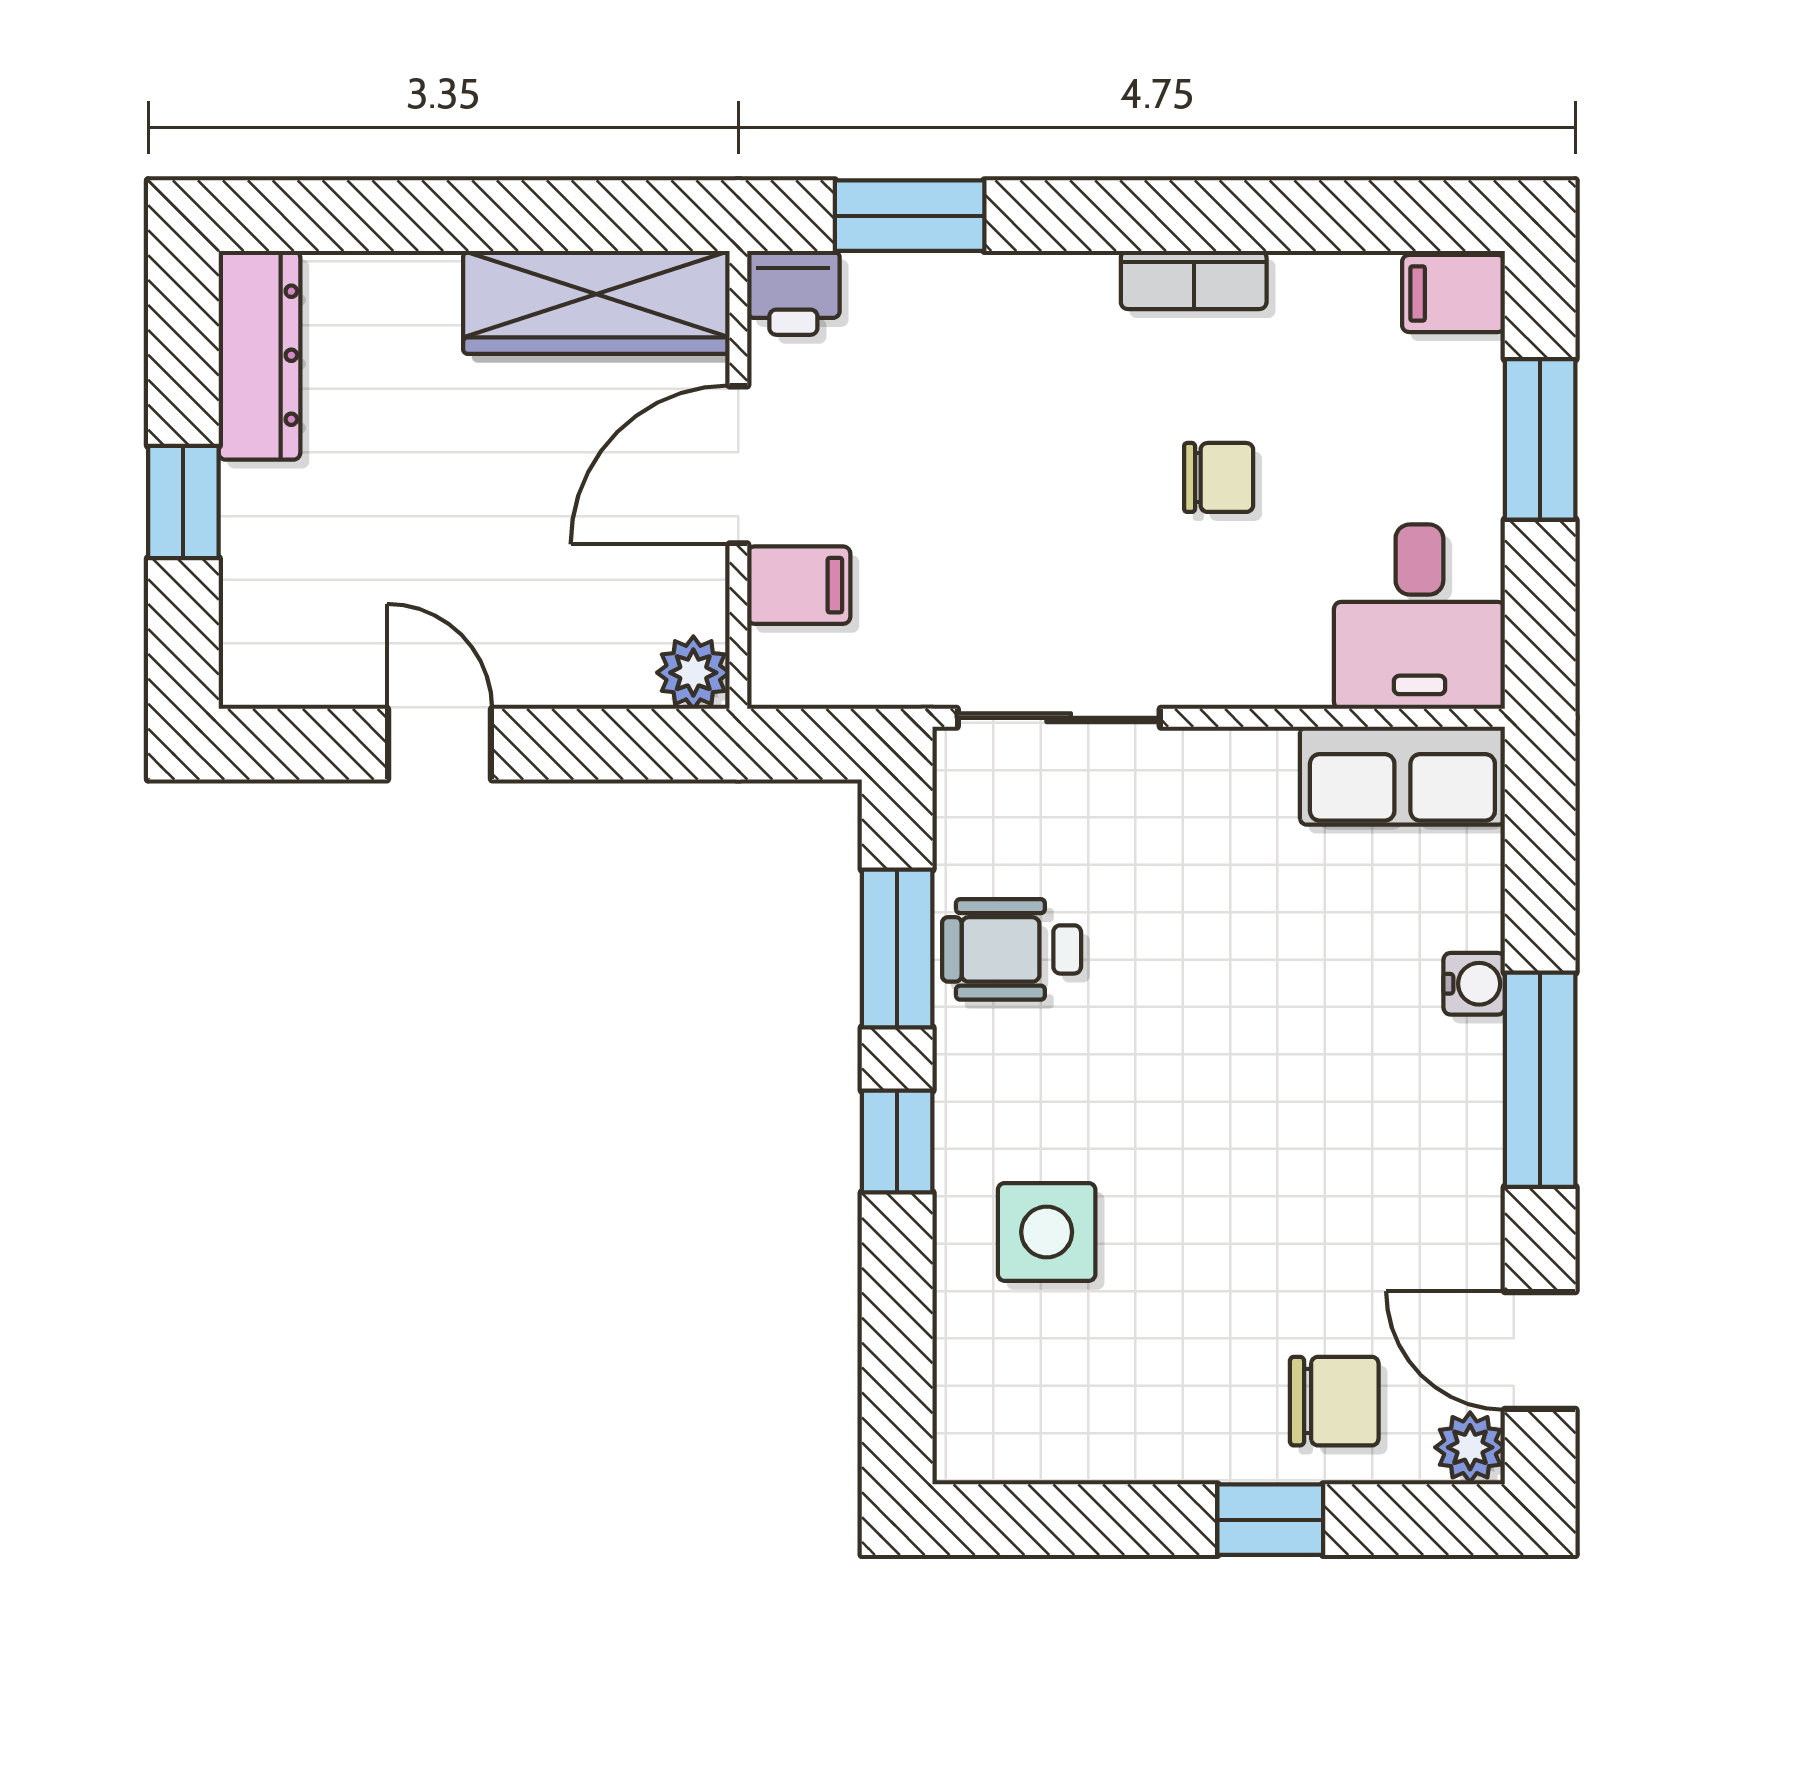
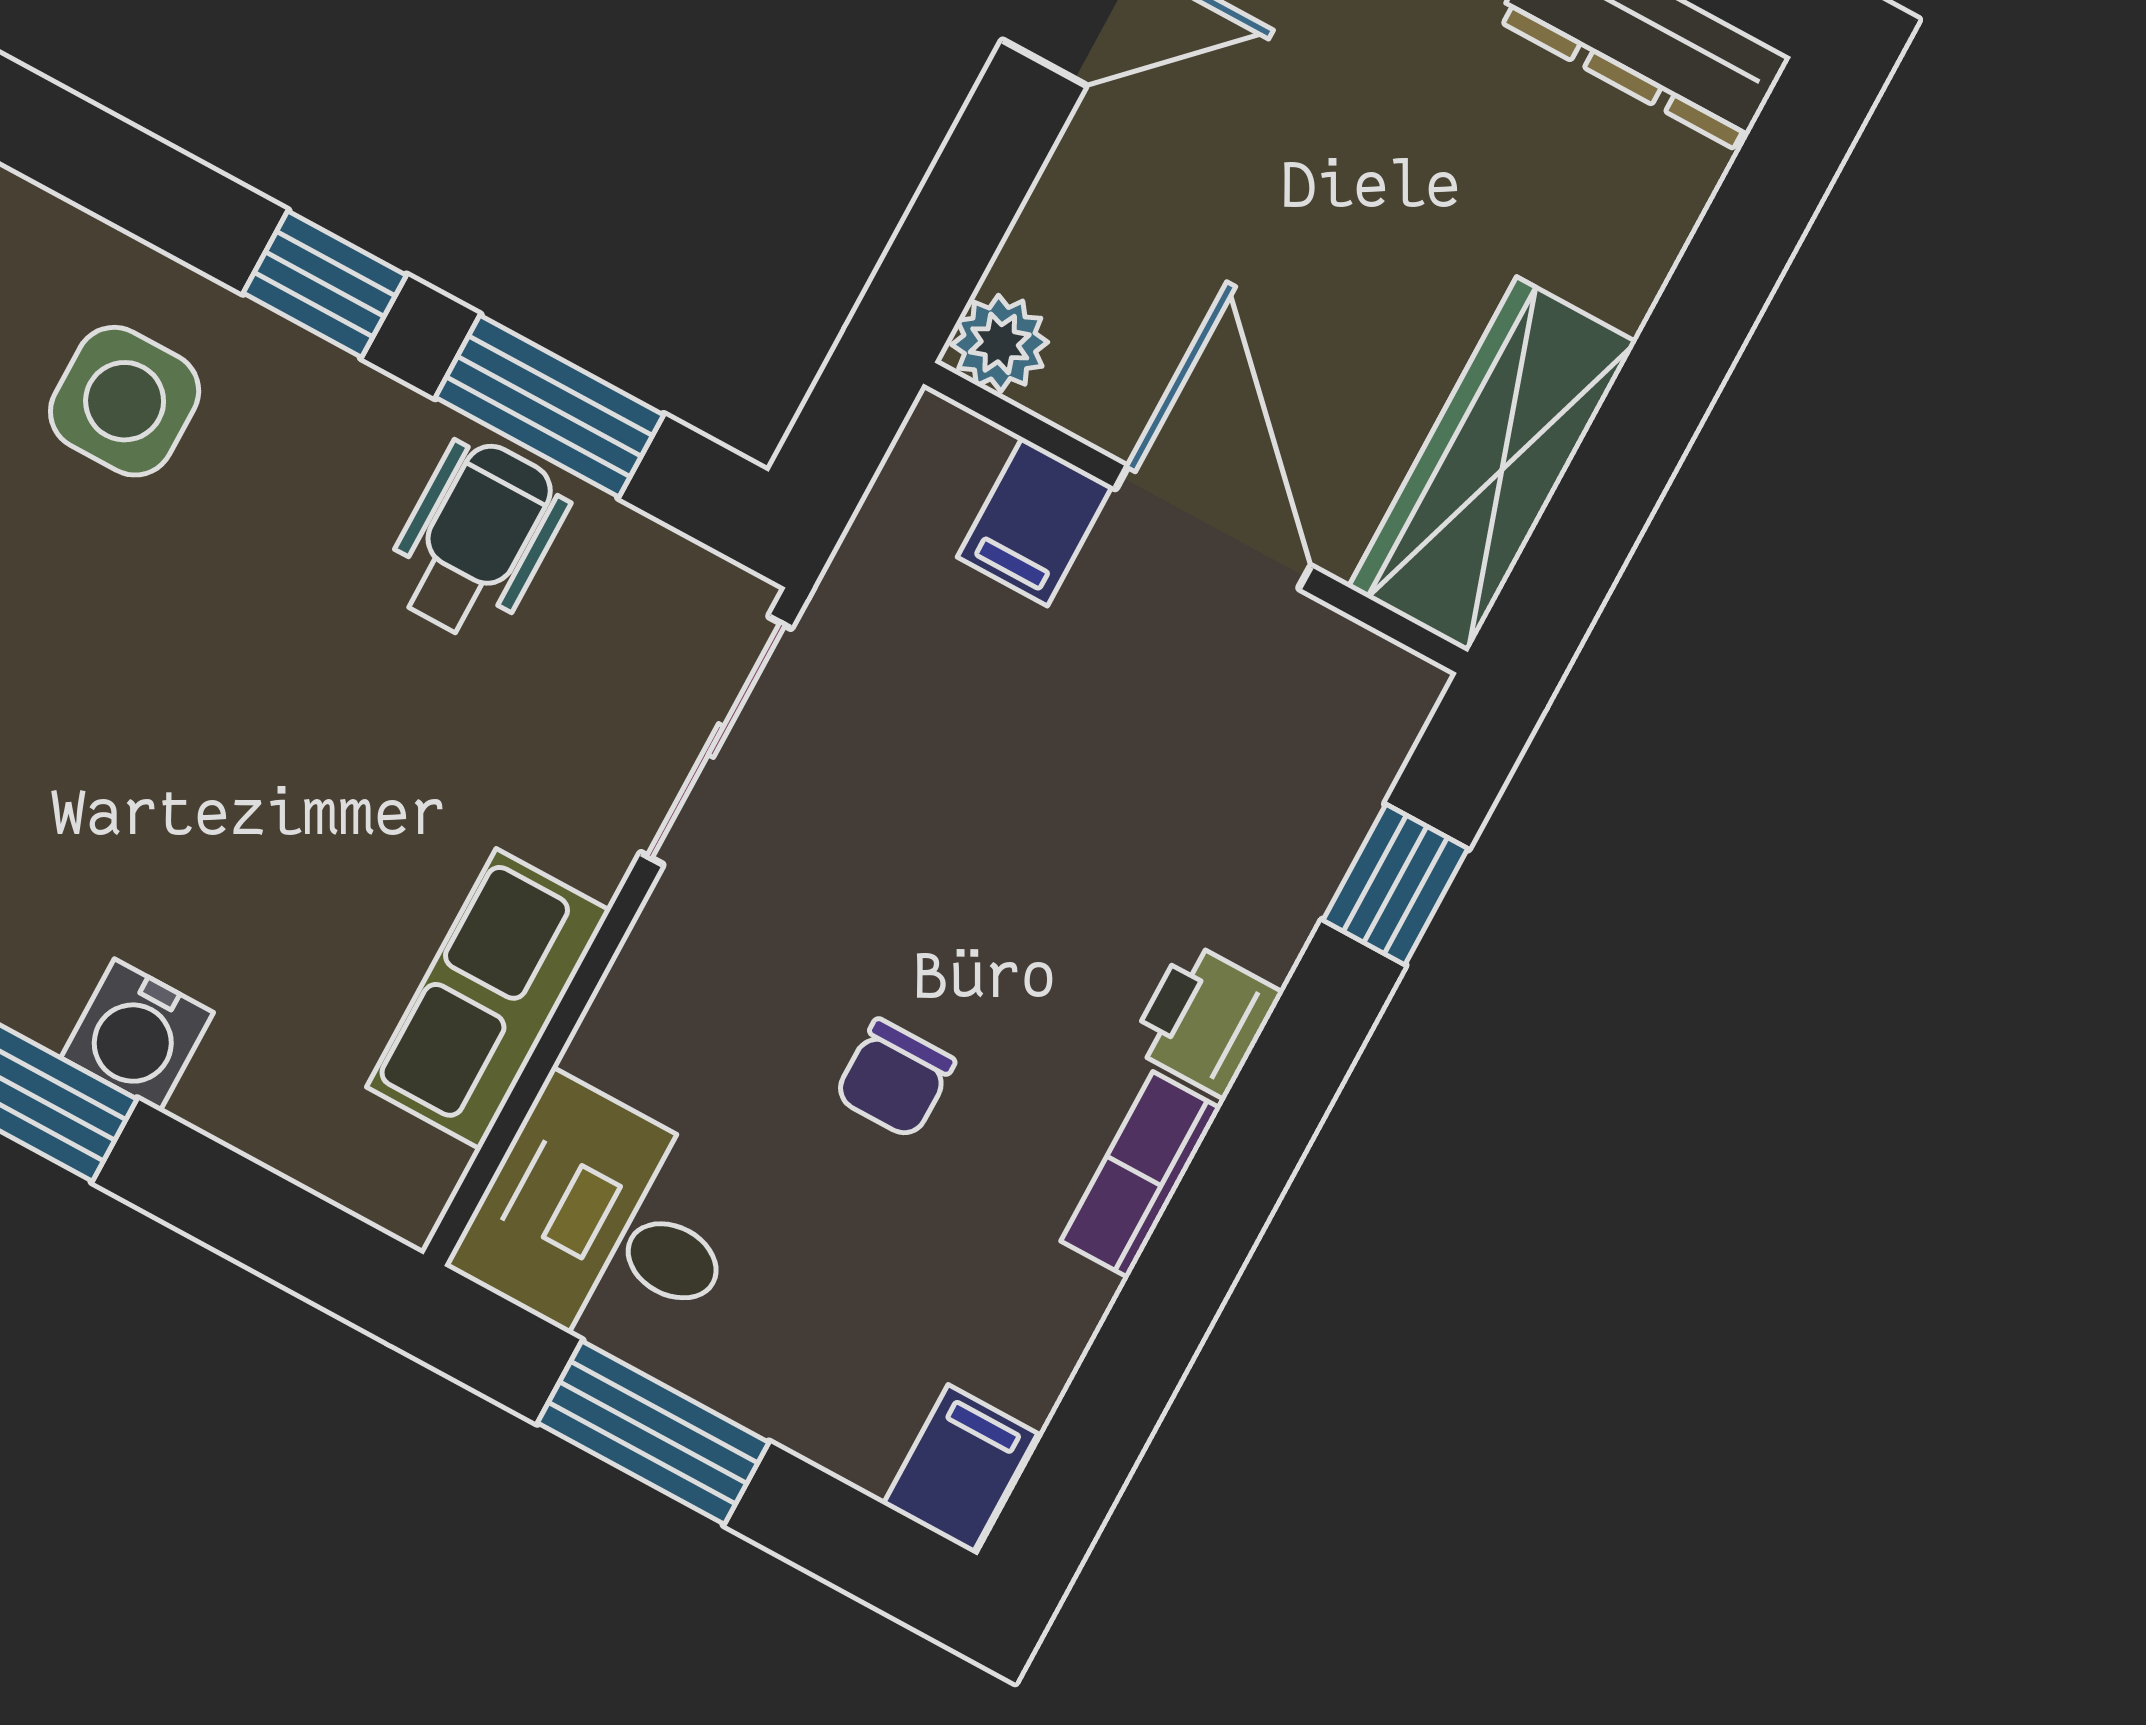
window: (910, 216) -> (1395, 884), width x0.67
printer: (793, 293) -> (1205, 1020), moved
window: (1540, 439) -> (653, 1433), moved
row of seats: (1402, 776) -> (488, 999), moved
water cooler: (1474, 984) -> (137, 1035), width x1.38, depth x1.38

